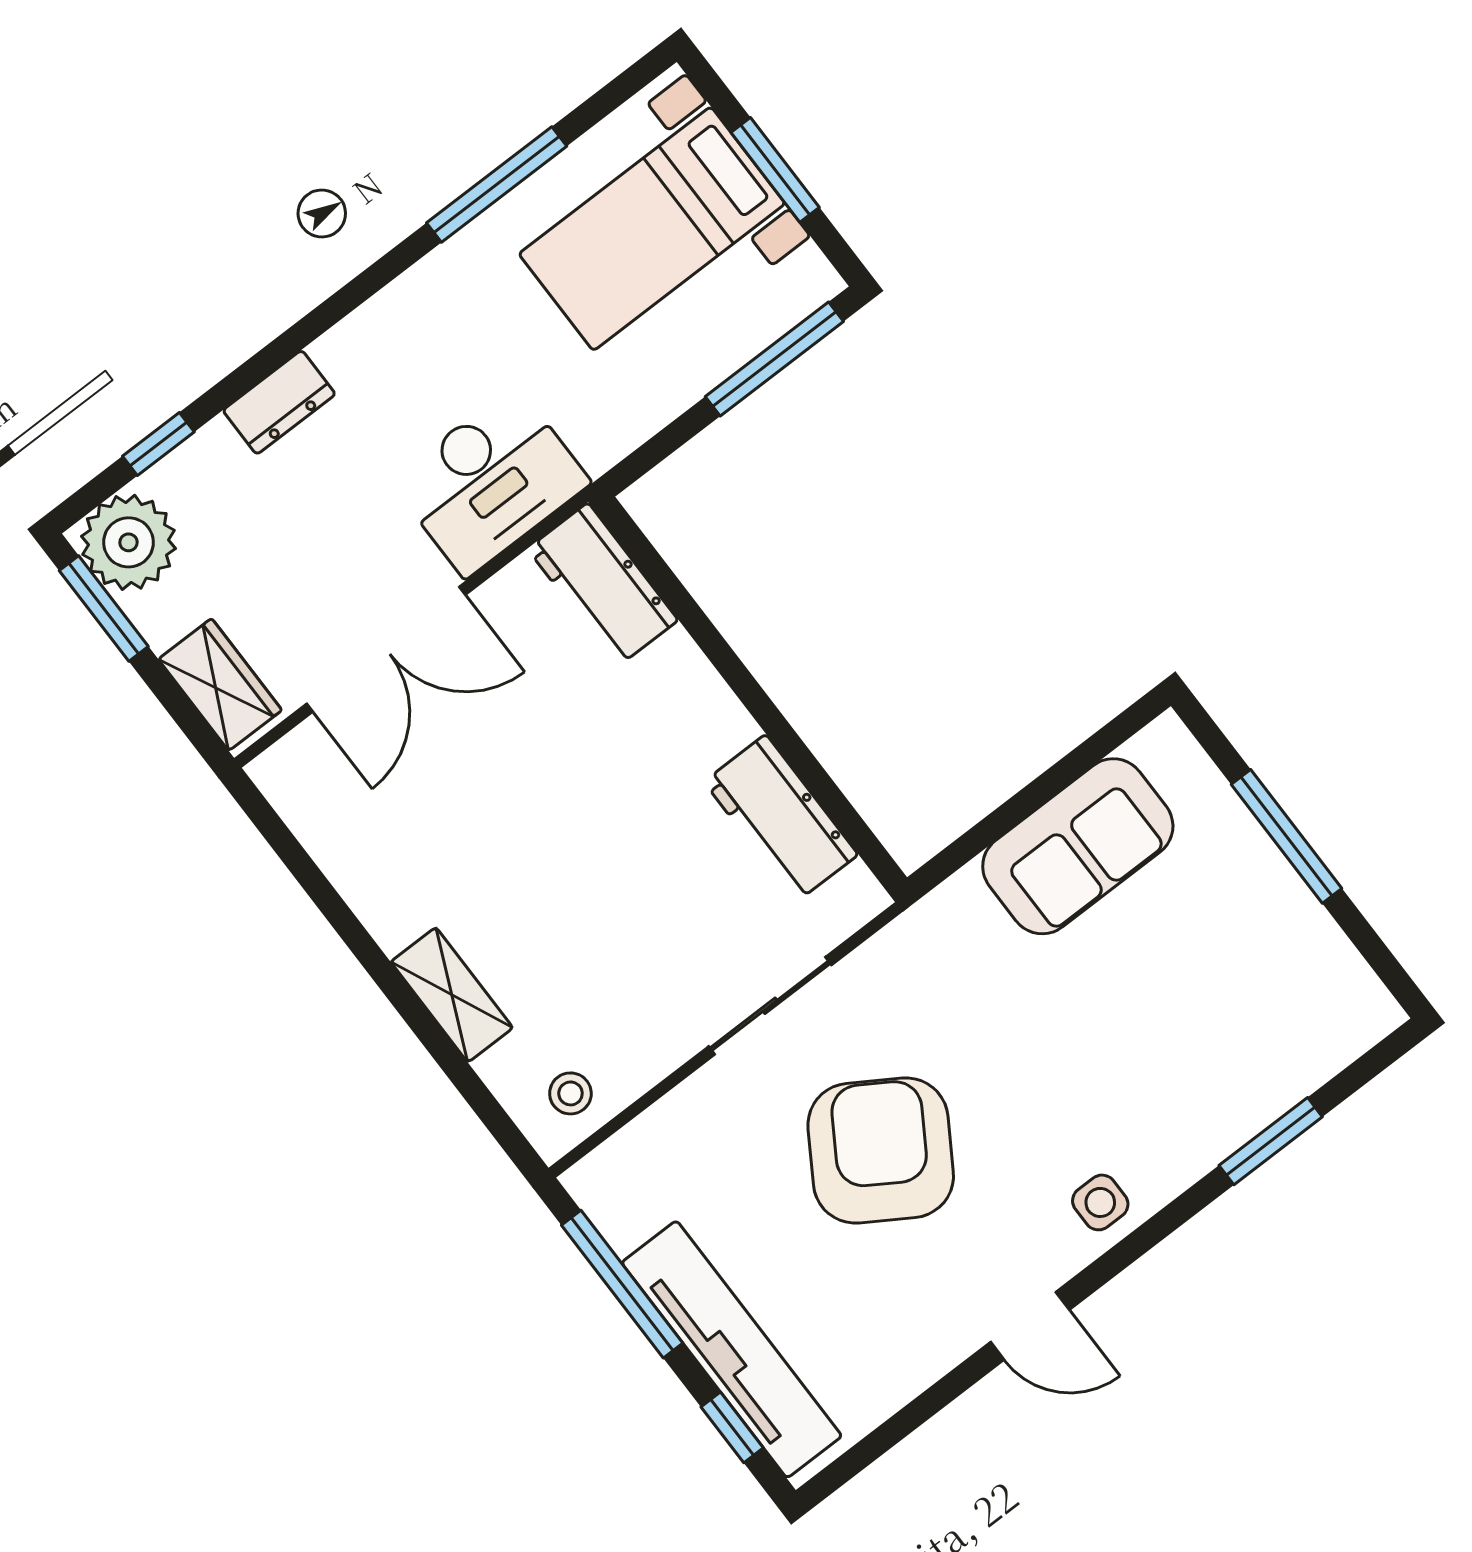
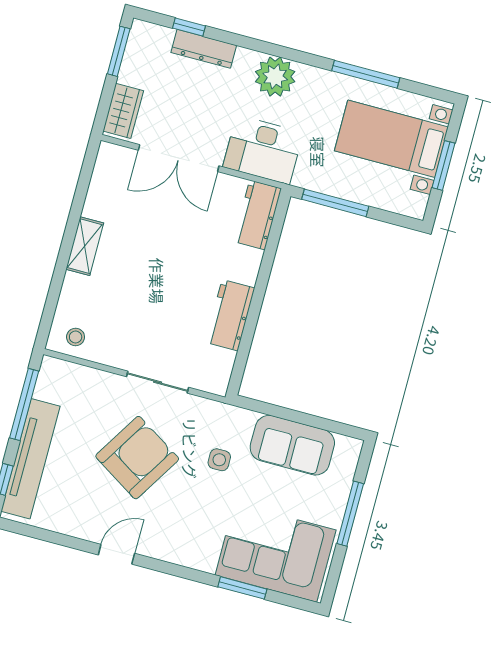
window: (774, 359) -> (335, 203), moved
dresser: (279, 402) -> (204, 49), moved, width x1.44
plant: (128, 542) -> (275, 77), moved
workbench: (781, 818) -> (230, 315), moved
shelving: (452, 995) -> (85, 246), moved
corner sofa: (1252, 1029) -> (276, 553), added
side table: (1100, 1202) -> (219, 460), moved
door: (1030, 1326) -> (116, 554), swing flipped

